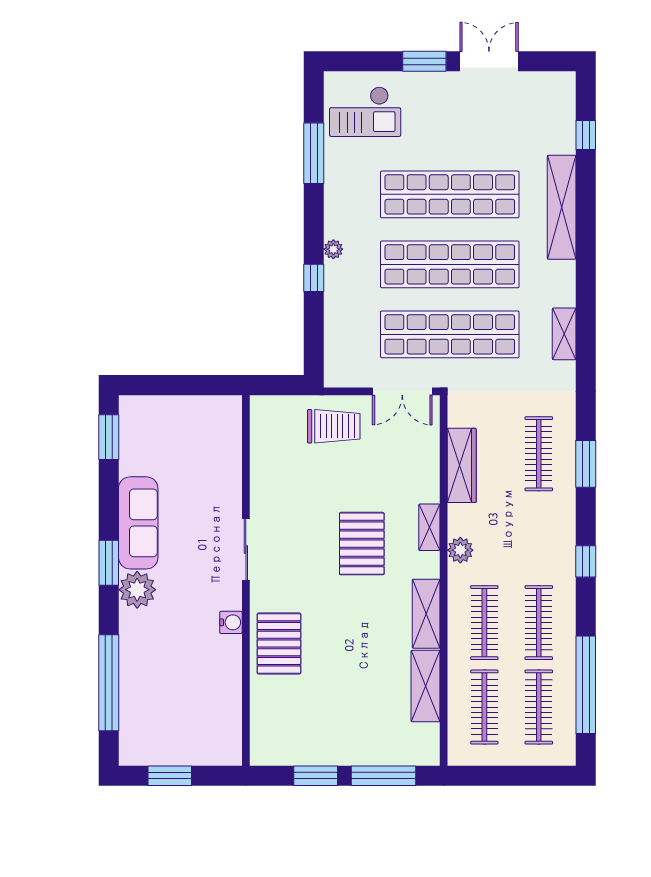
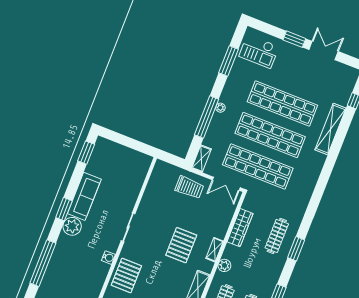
window: (314, 278) -> (207, 117), width x3.17
shelving: (564, 334) -> (201, 159), moved

